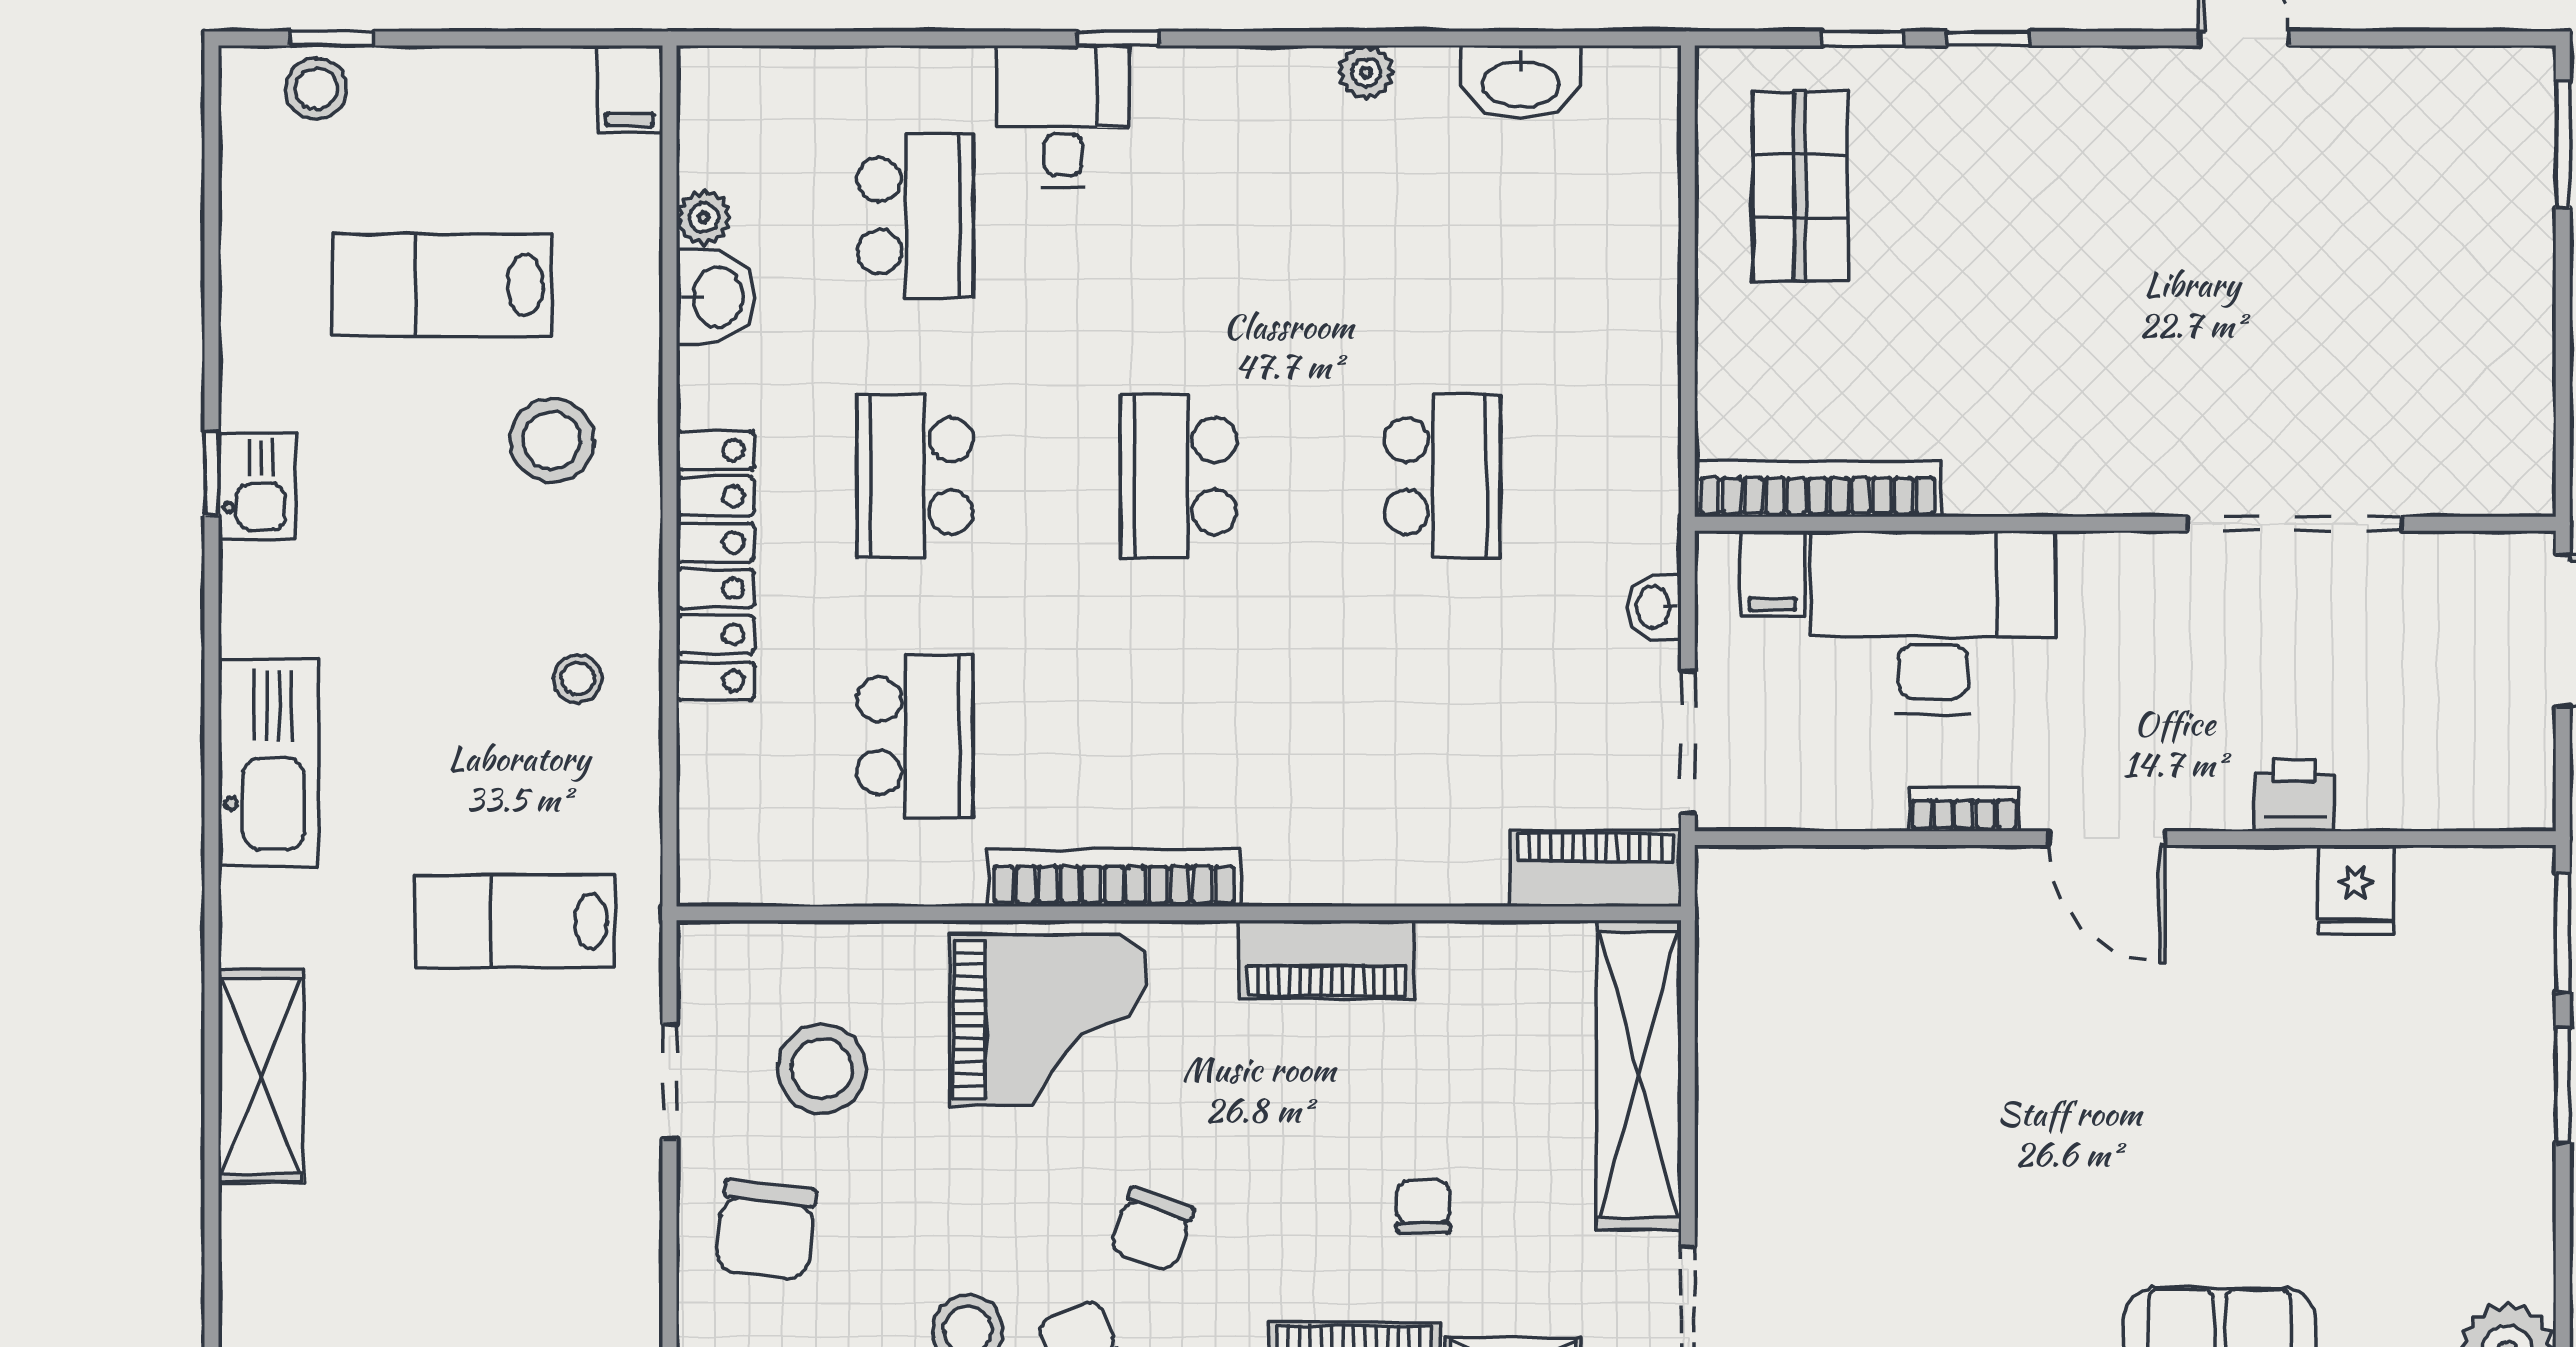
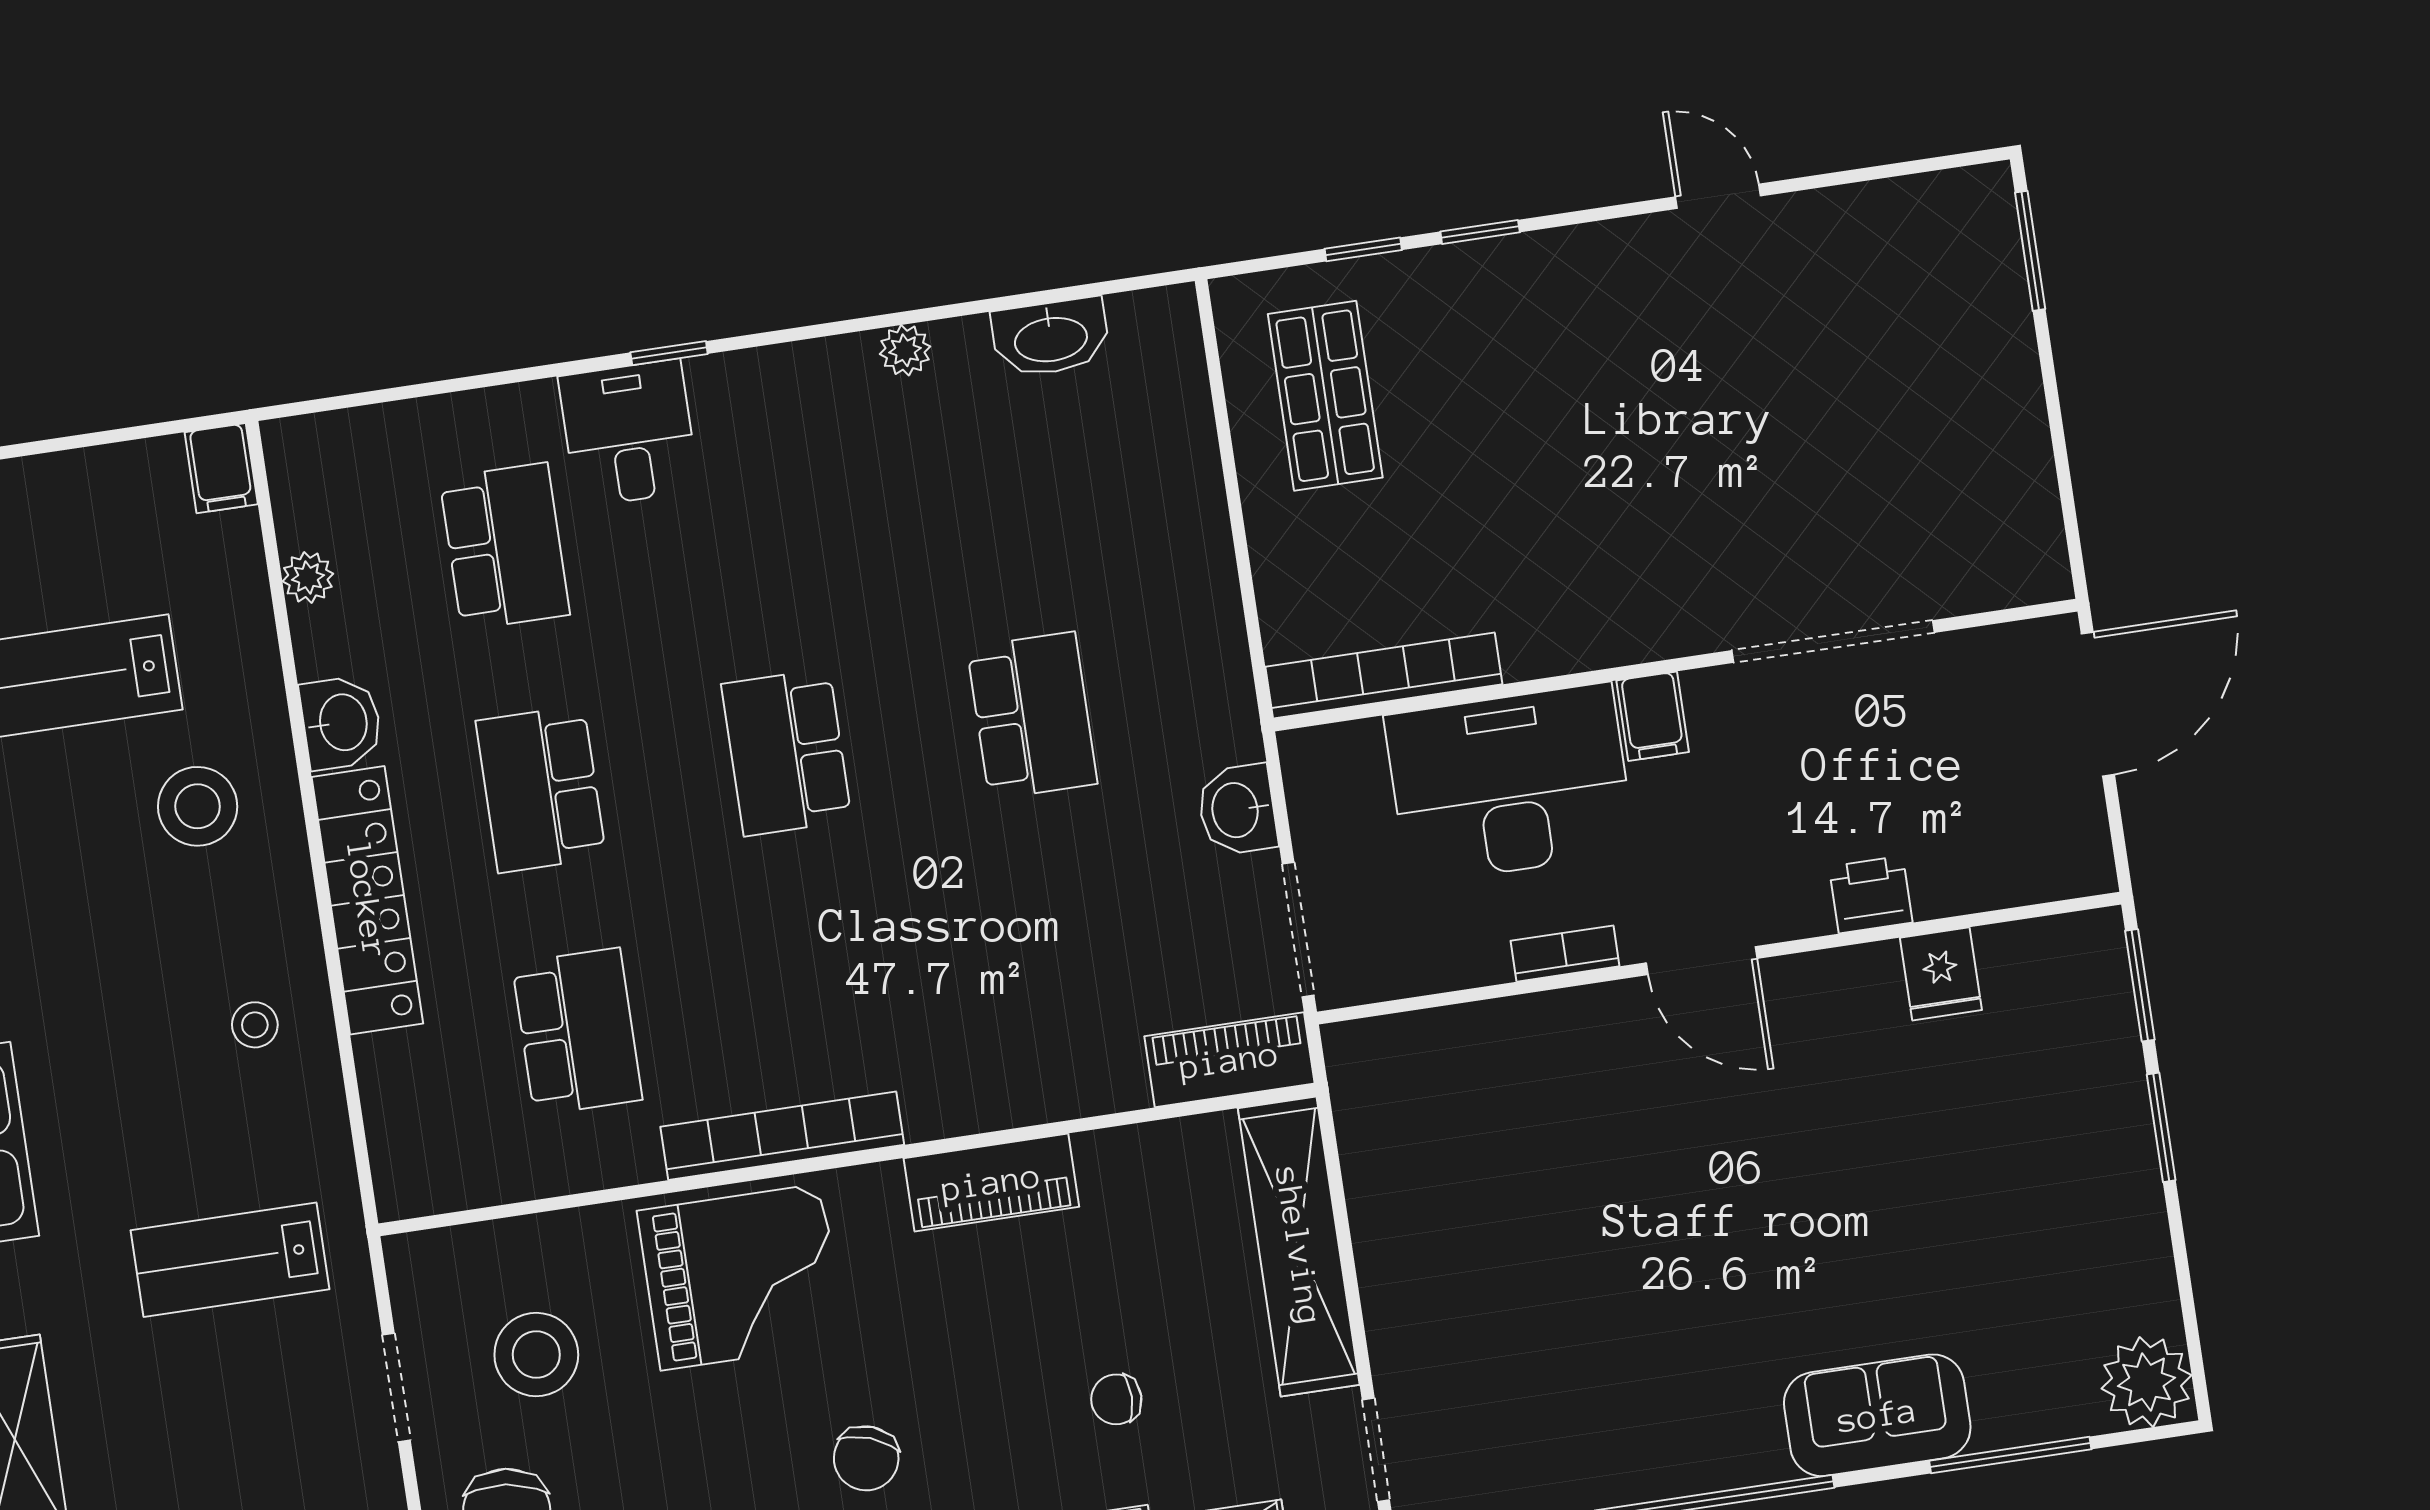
washbasin: (716, 297) -> (341, 723), moved
filing cabinet: (1773, 574) -> (1653, 716), moved
washbasin: (1655, 607) -> (1237, 810), width x1.38, depth x1.45
chair: (1423, 1207) -> (1116, 1399), turned -90

